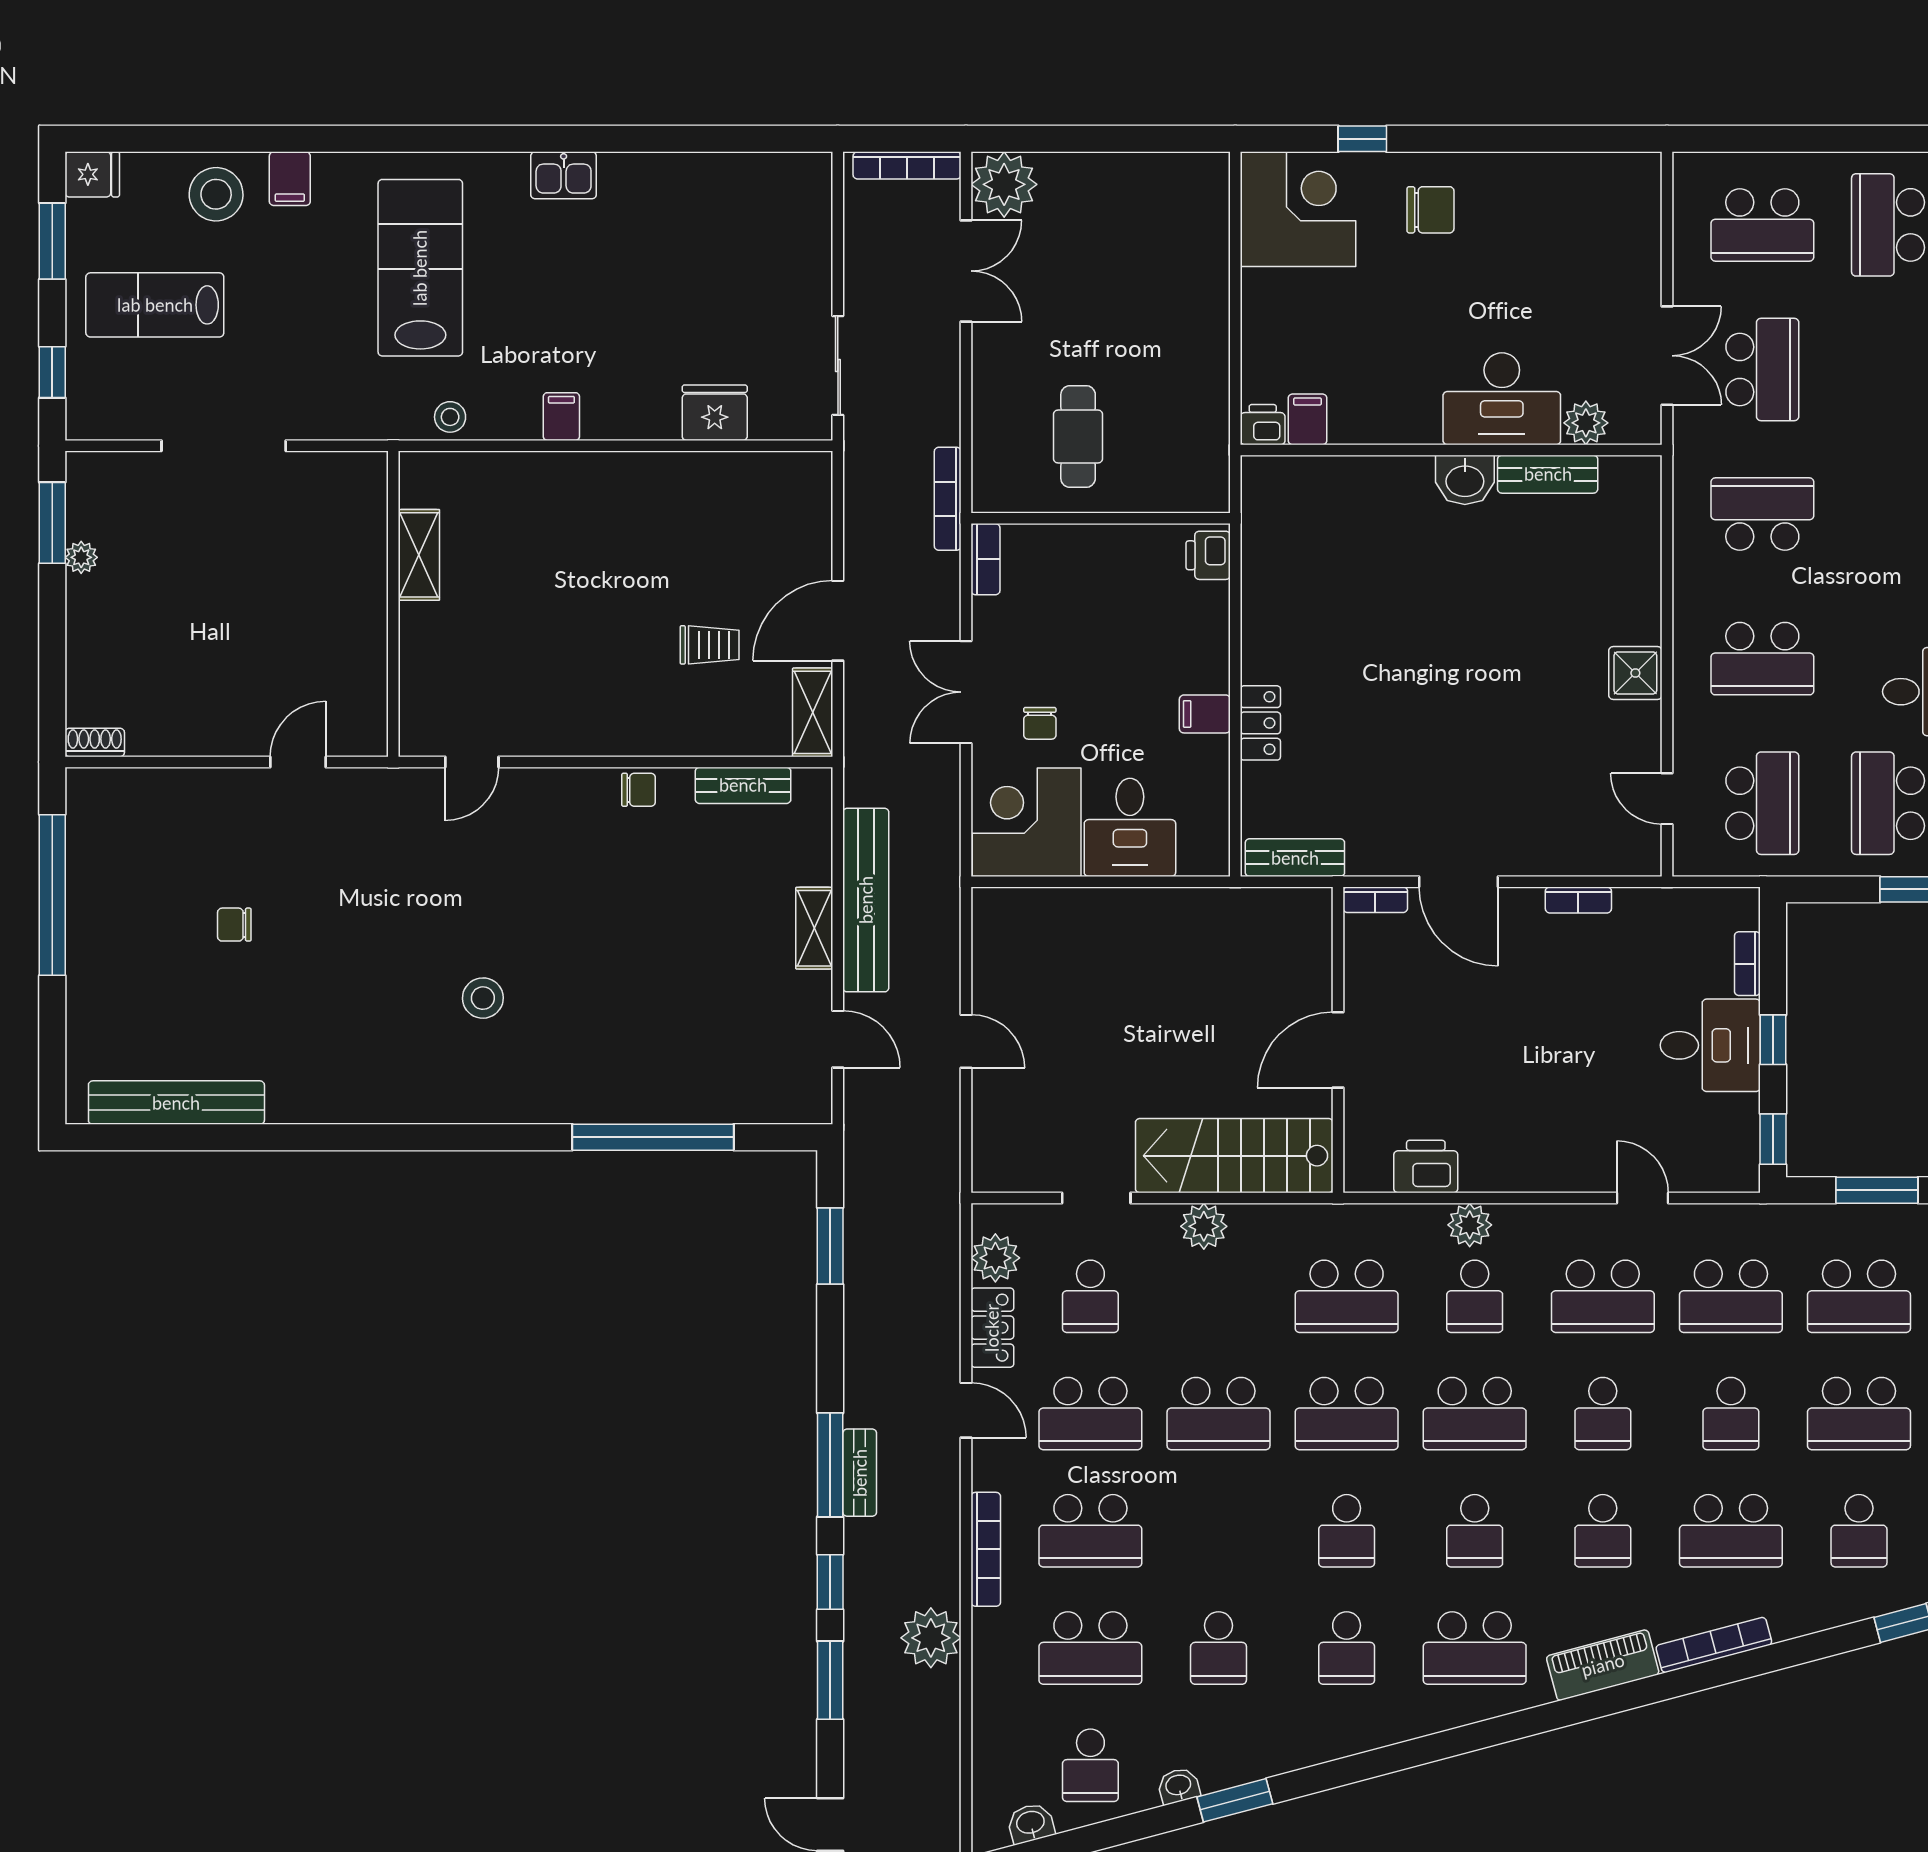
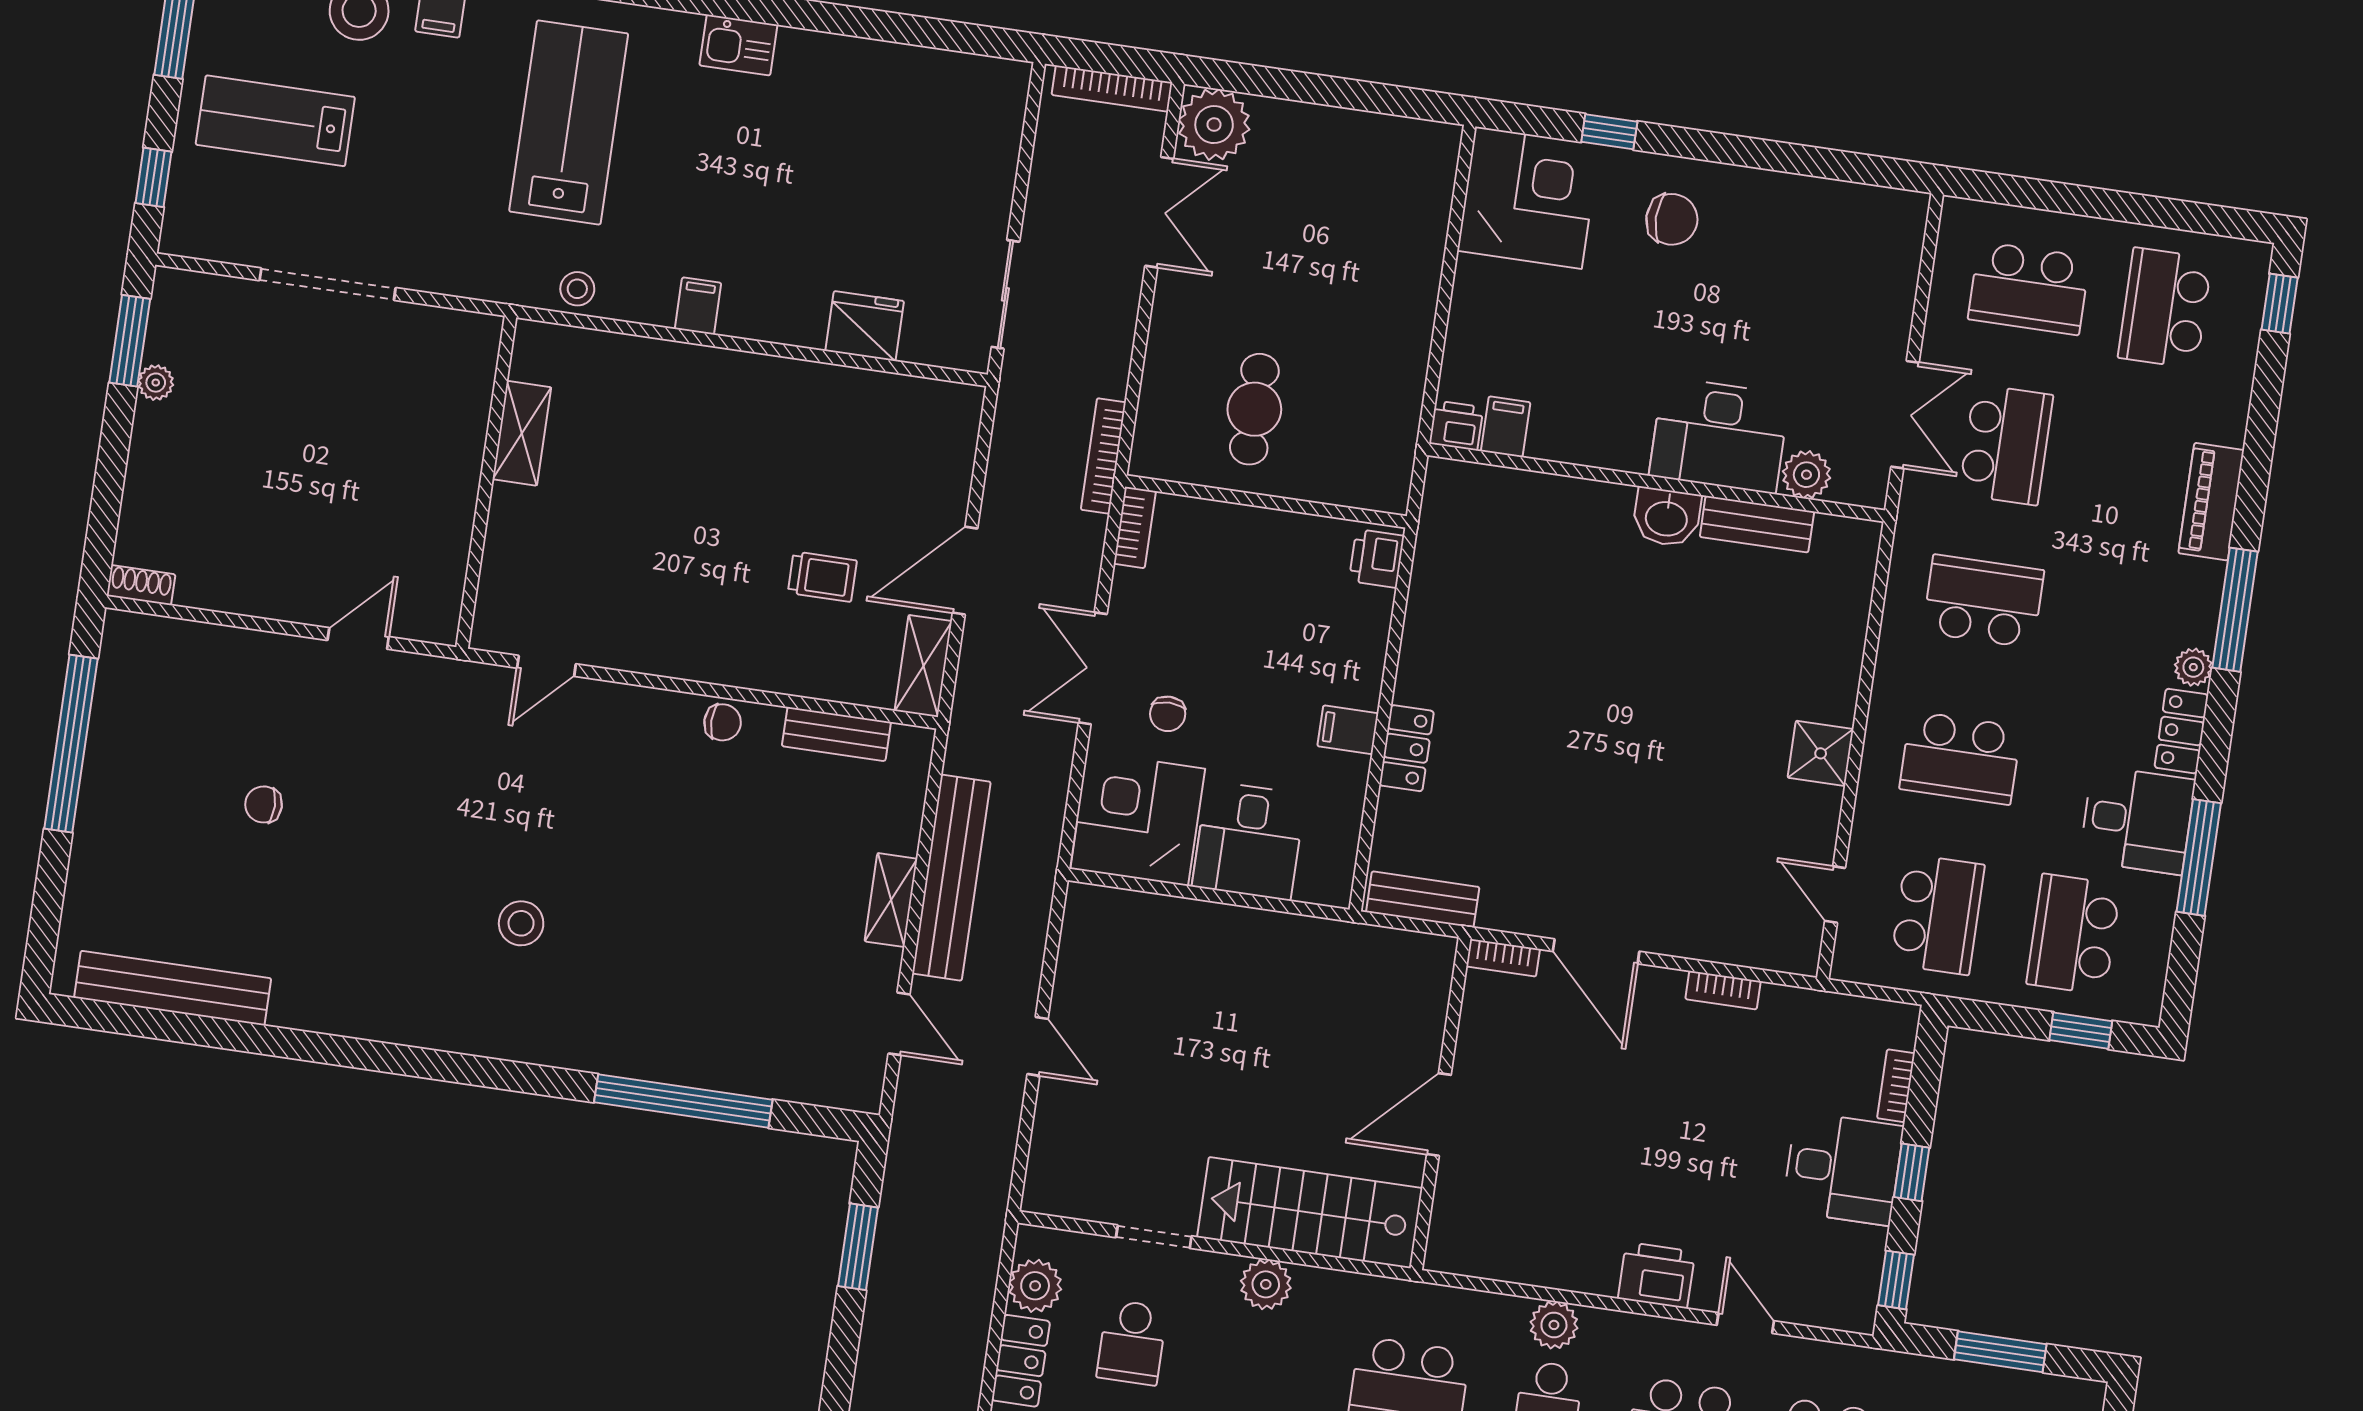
printer: (1426, 1166) -> (1657, 1275), moved

